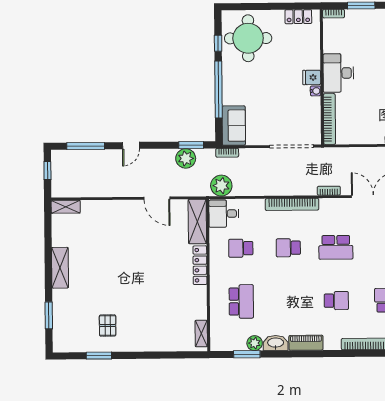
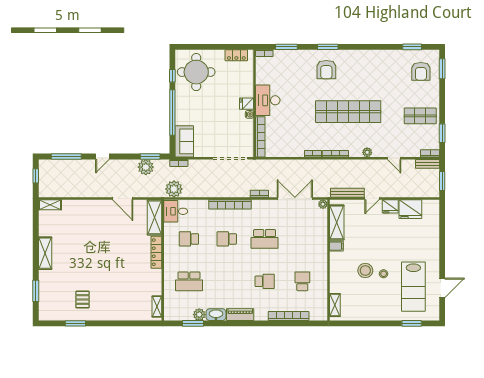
school desk: (241, 301) -> (189, 281), turned 90

